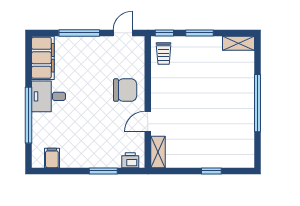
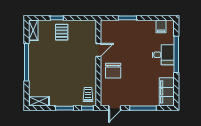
chair: (125, 90) -> (113, 71), turned -90
desk: (49, 96) -> (163, 55), moved
pallet: (204, 149) -> (62, 32), added
shelving: (158, 152) -> (33, 30), moved
printer: (130, 160) -> (110, 25), removed

